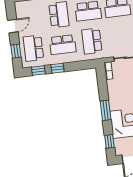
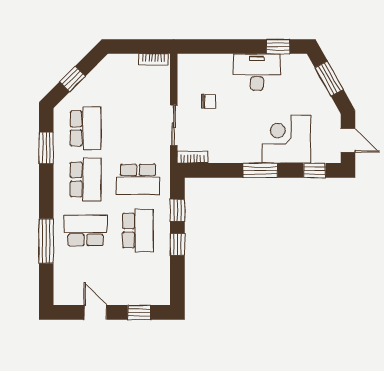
school desk: (33, 48) -> (138, 281), removed
window: (38, 71) -> (177, 210), moved

